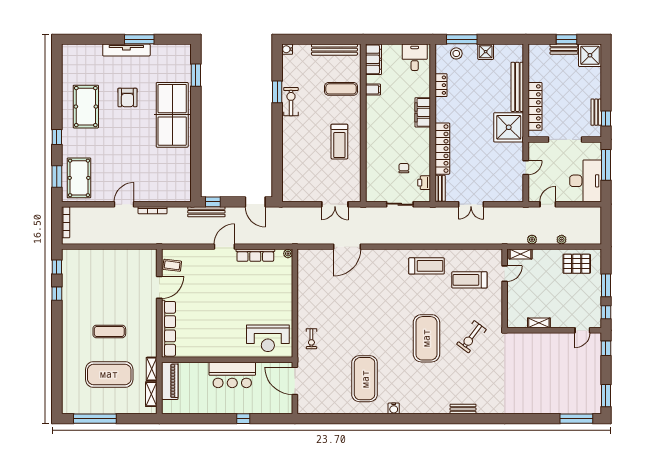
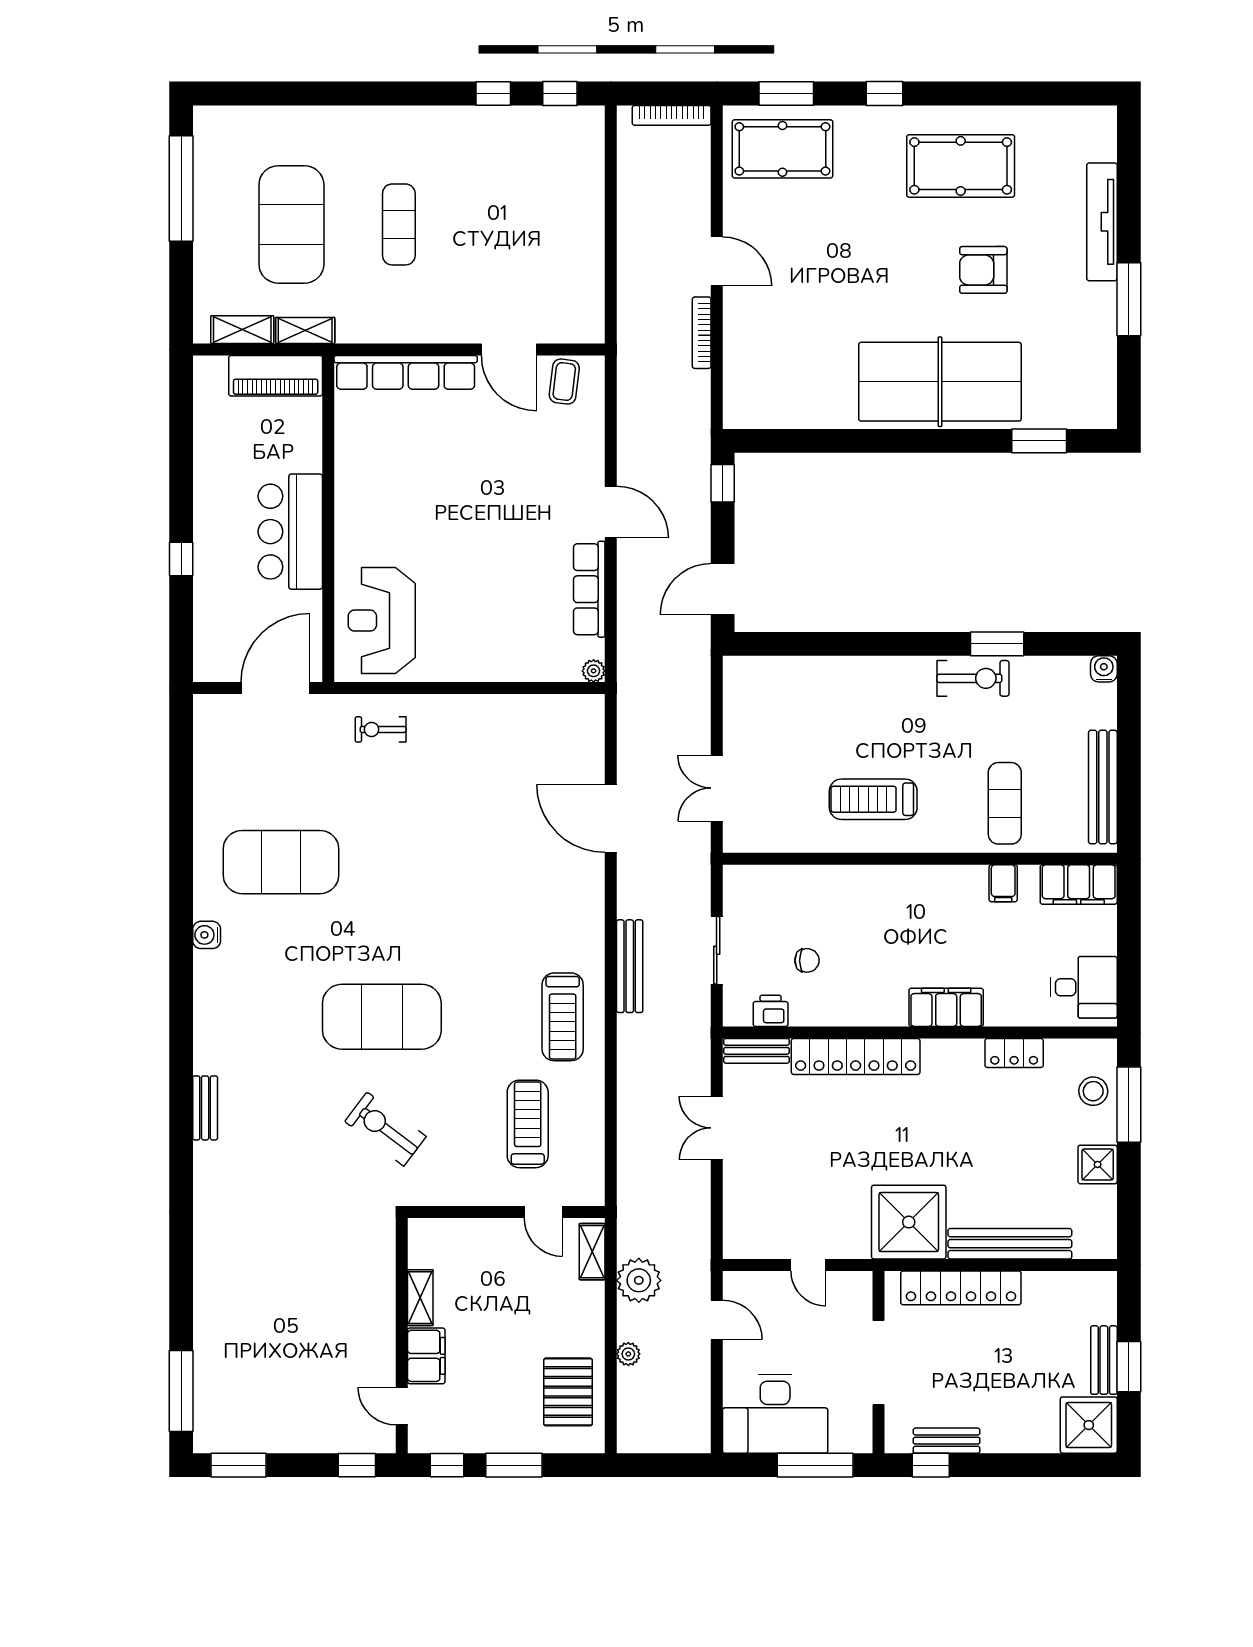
tv unit: (126, 50) -> (1102, 222), moved
bench: (206, 212) -> (630, 966), moved
plant: (532, 240) -> (639, 1280), width x1.88, depth x1.88
filing cabinet: (562, 320) -> (426, 1356), added

